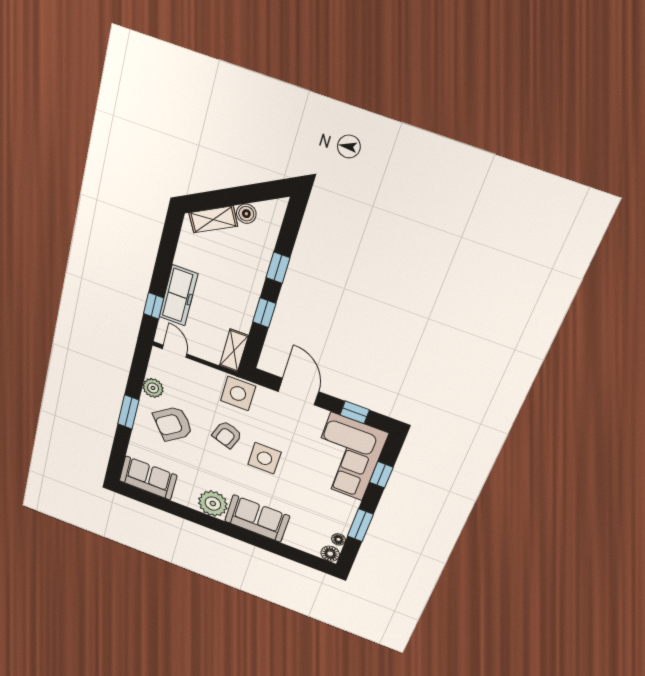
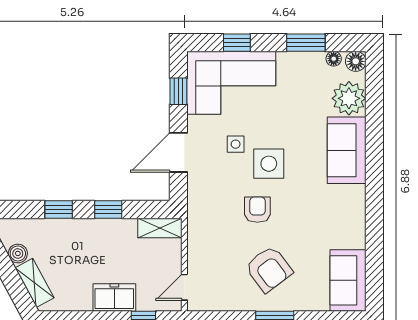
freezer: (179, 296) -> (114, 298), width x0.71
plant: (153, 388) -> (235, 300), removed
side table: (238, 394) -> (236, 144), moved, width x0.54, depth x0.54
armchair: (227, 435) -> (257, 210), turned -109
plant: (213, 504) -> (349, 98), moved

